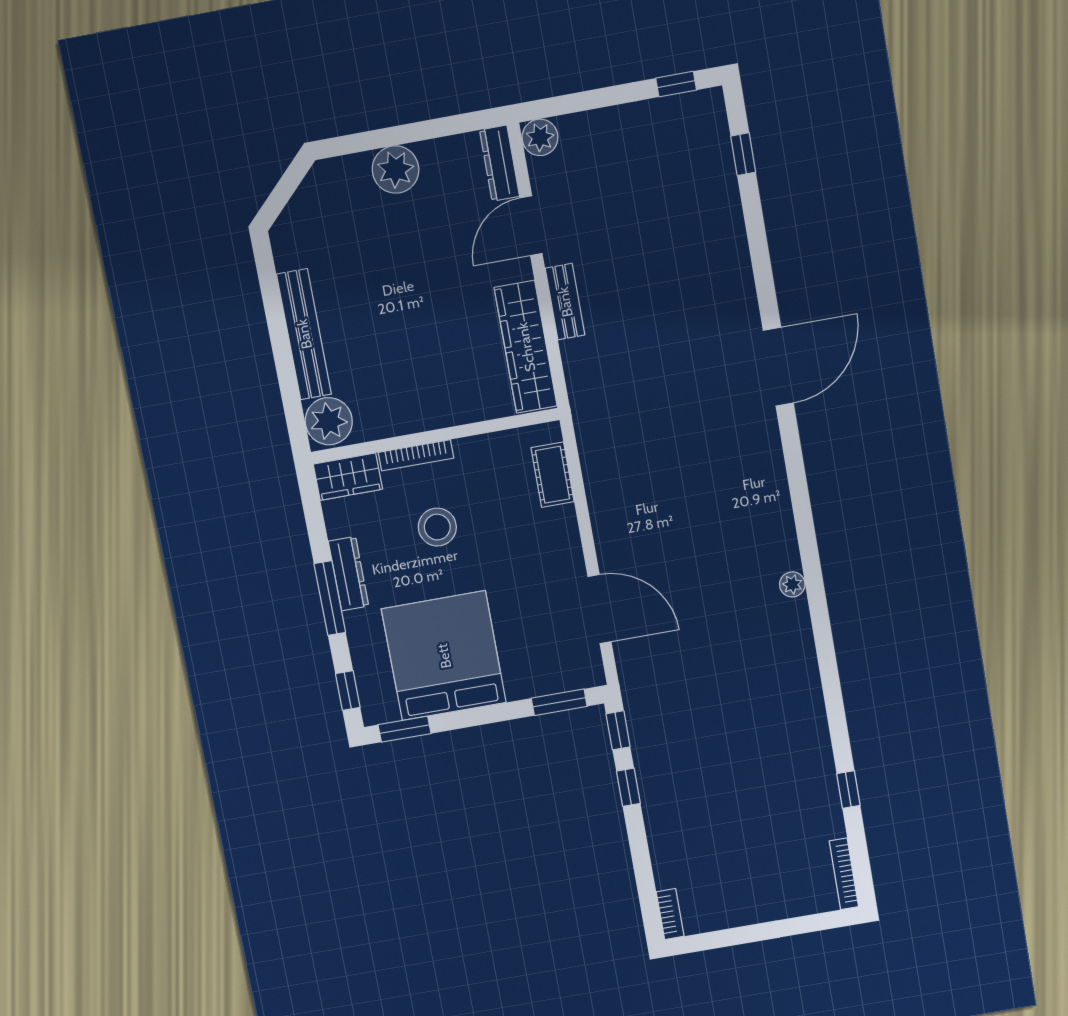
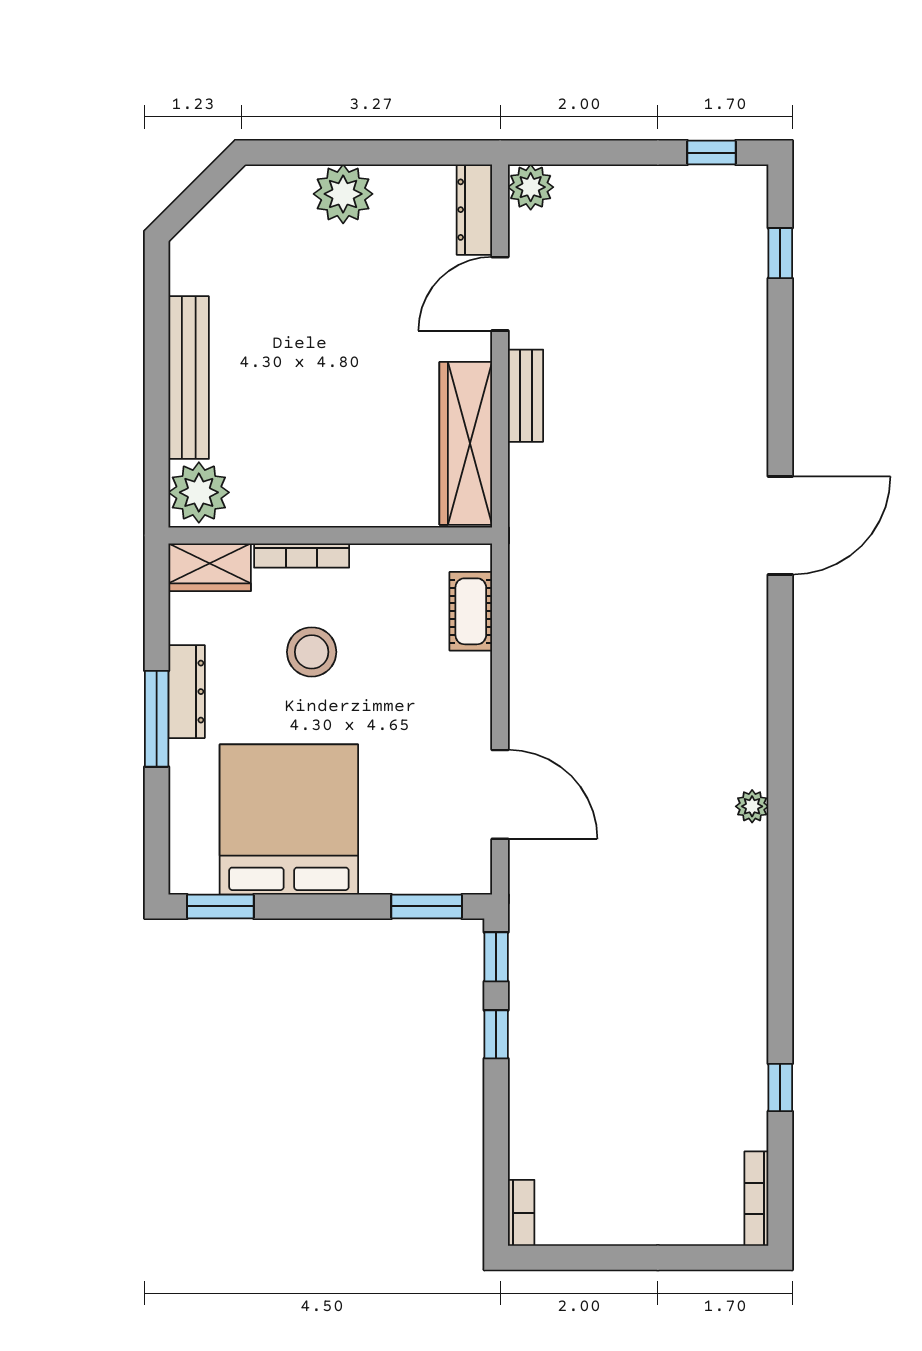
window: (348, 690) -> (157, 843), removed

